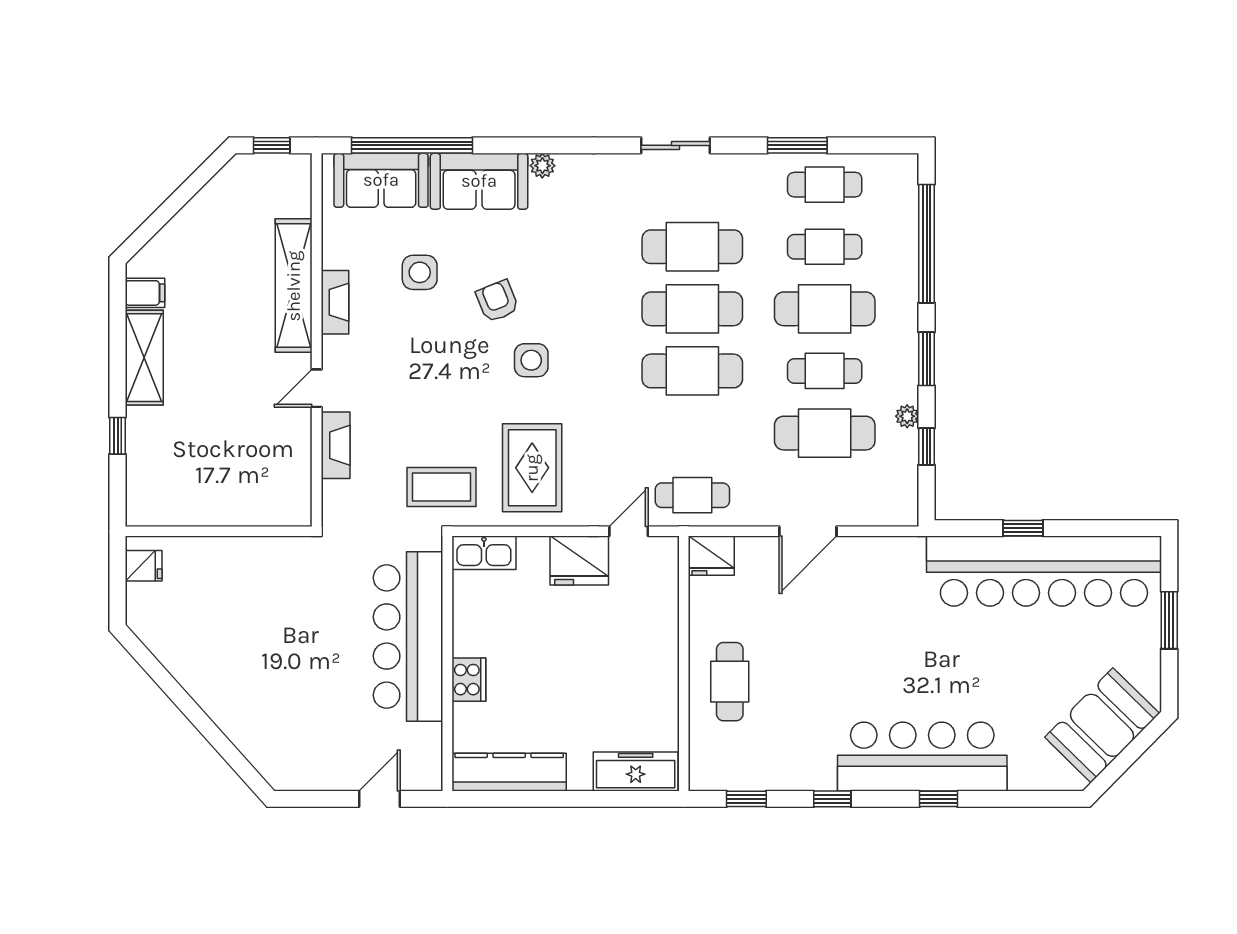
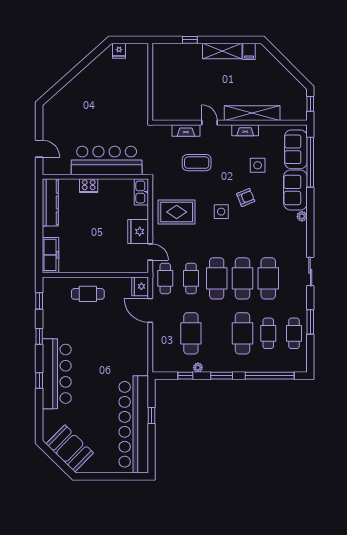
cafe table: (825, 371) -> (191, 278), moved
coffee table: (441, 487) -> (197, 163), moved, turned 90
door: (808, 531) -> (150, 310), moved
fridge: (144, 566) -> (119, 51), moved
window: (1169, 620) -> (113, 476), removed

